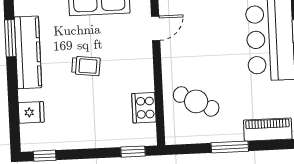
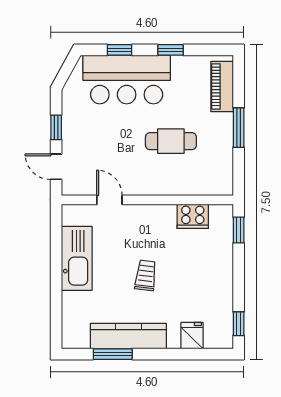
cafe table: (196, 101) -> (171, 141), moved, turned 63

